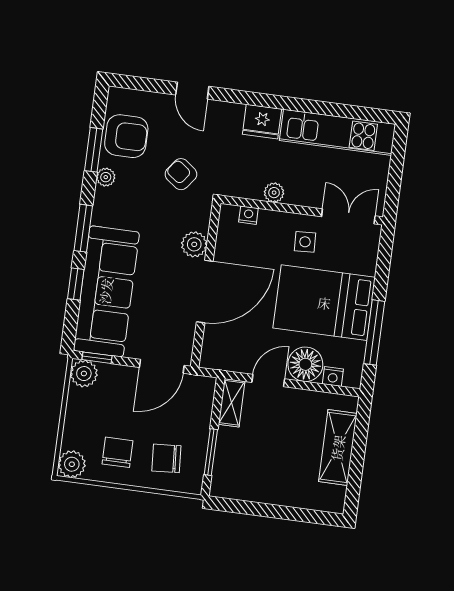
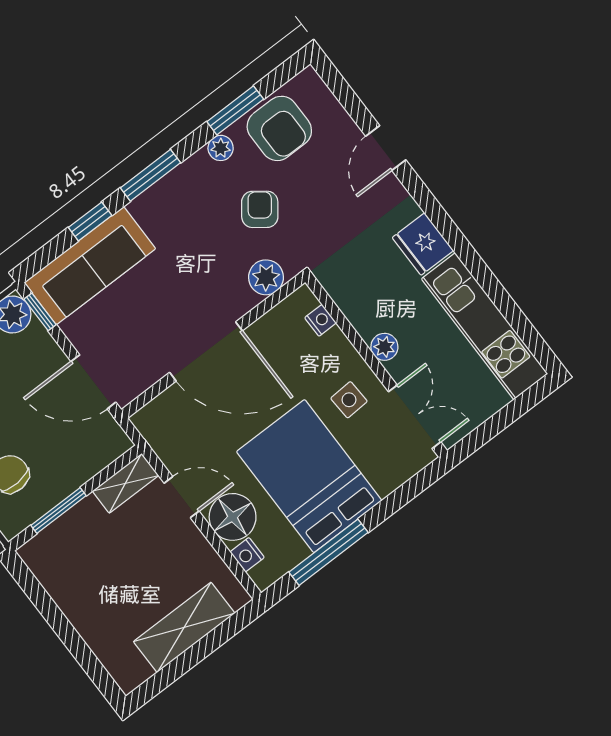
armchair: (181, 174) -> (260, 209), moved
plant: (274, 193) -> (384, 347), moved
plant: (194, 244) -> (266, 277), moved
sofa: (106, 291) -> (90, 266), width x0.74, depth x0.79

